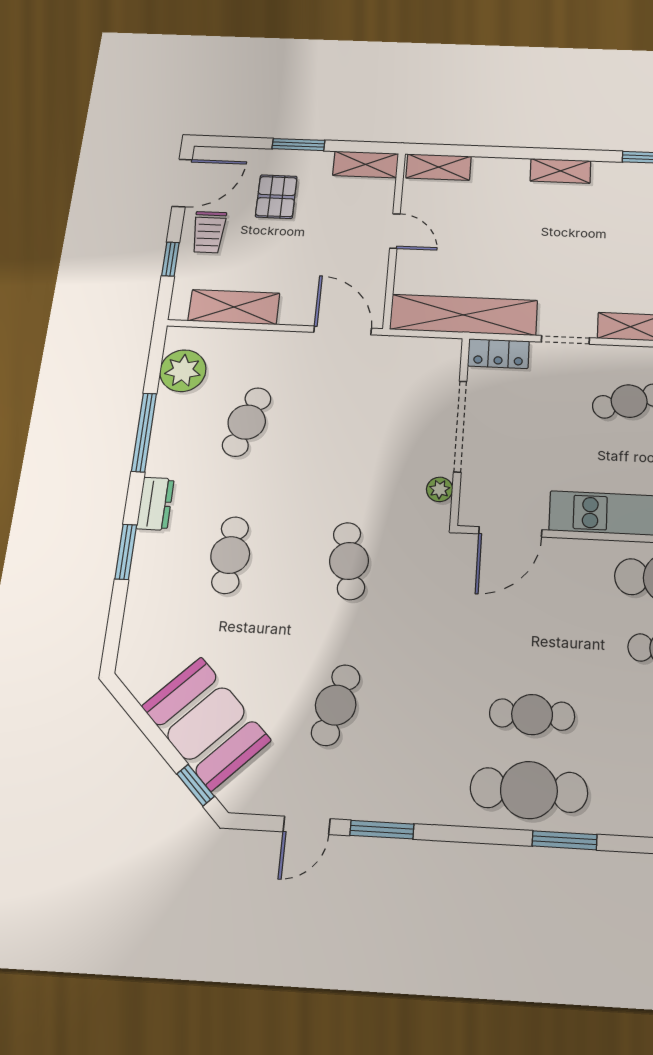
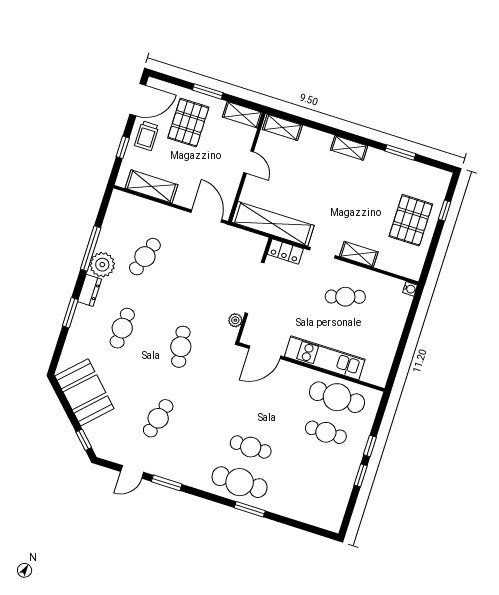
pallet: (276, 197) -> (188, 123), width x1.50, depth x1.42
plant: (183, 371) -> (102, 265), moved
booth: (206, 723) -> (84, 392), moved

